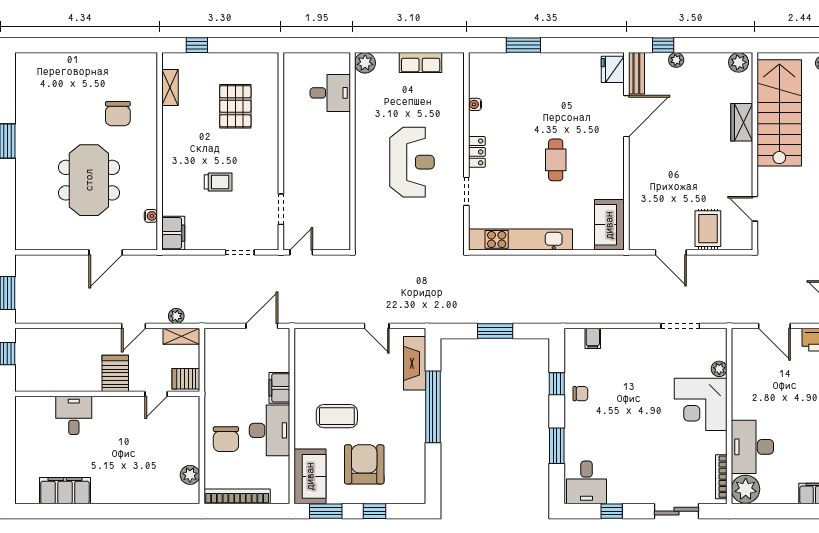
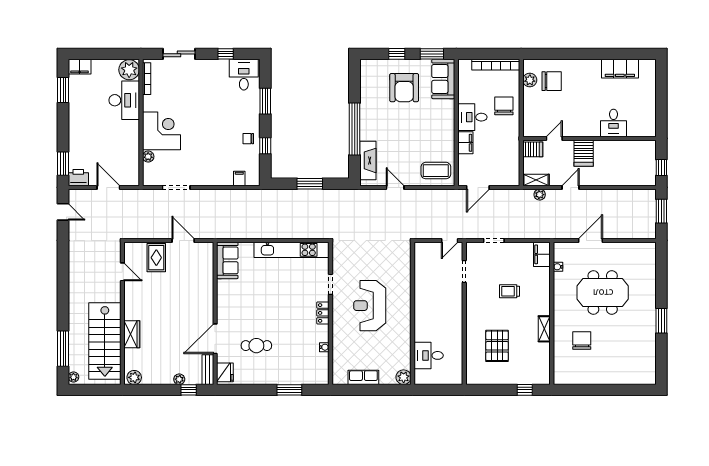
shelving: (170, 88) -> (544, 329), moved
cafe table: (556, 160) -> (256, 346), moved, turned 90
meeting table: (89, 180) -> (603, 293), turned 90
coffee table: (337, 416) -> (436, 171), moved
desk: (270, 430) -> (472, 117), width x0.73
chair: (160, 473) -> (552, 81), added

